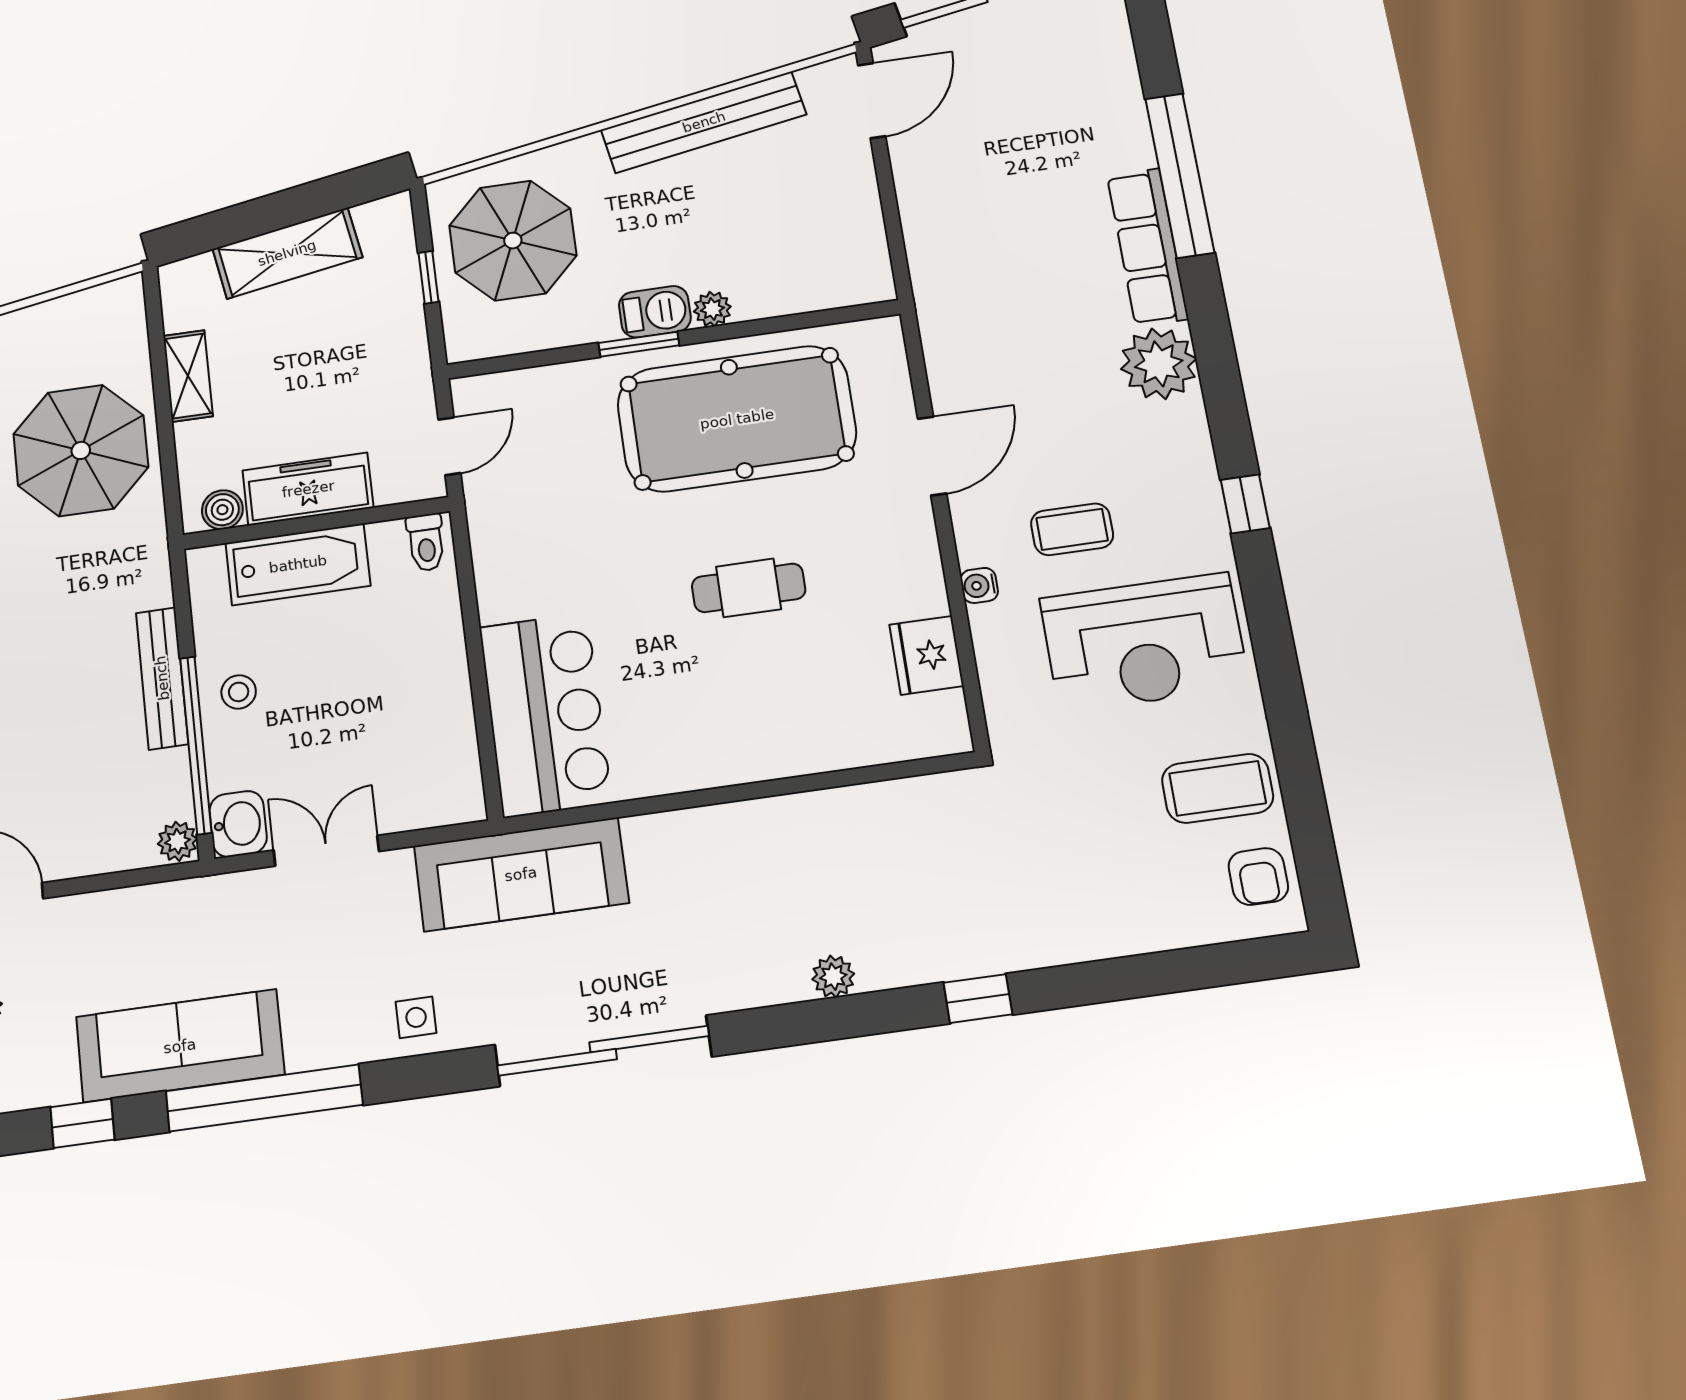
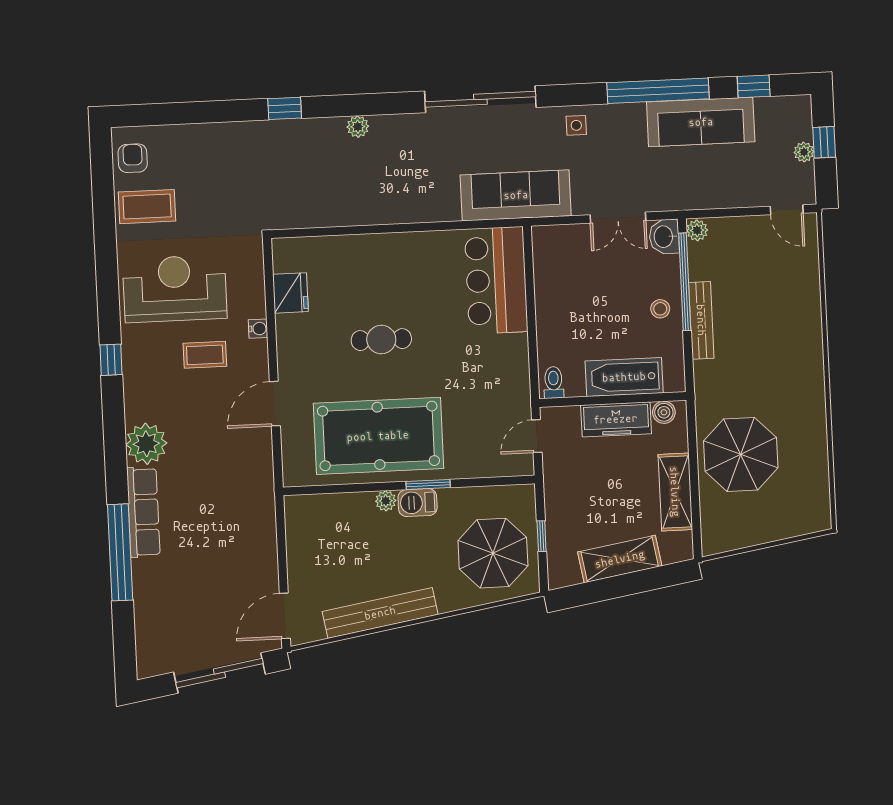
shelving: (188, 376) -> (675, 492), width x1.50, depth x1.33

